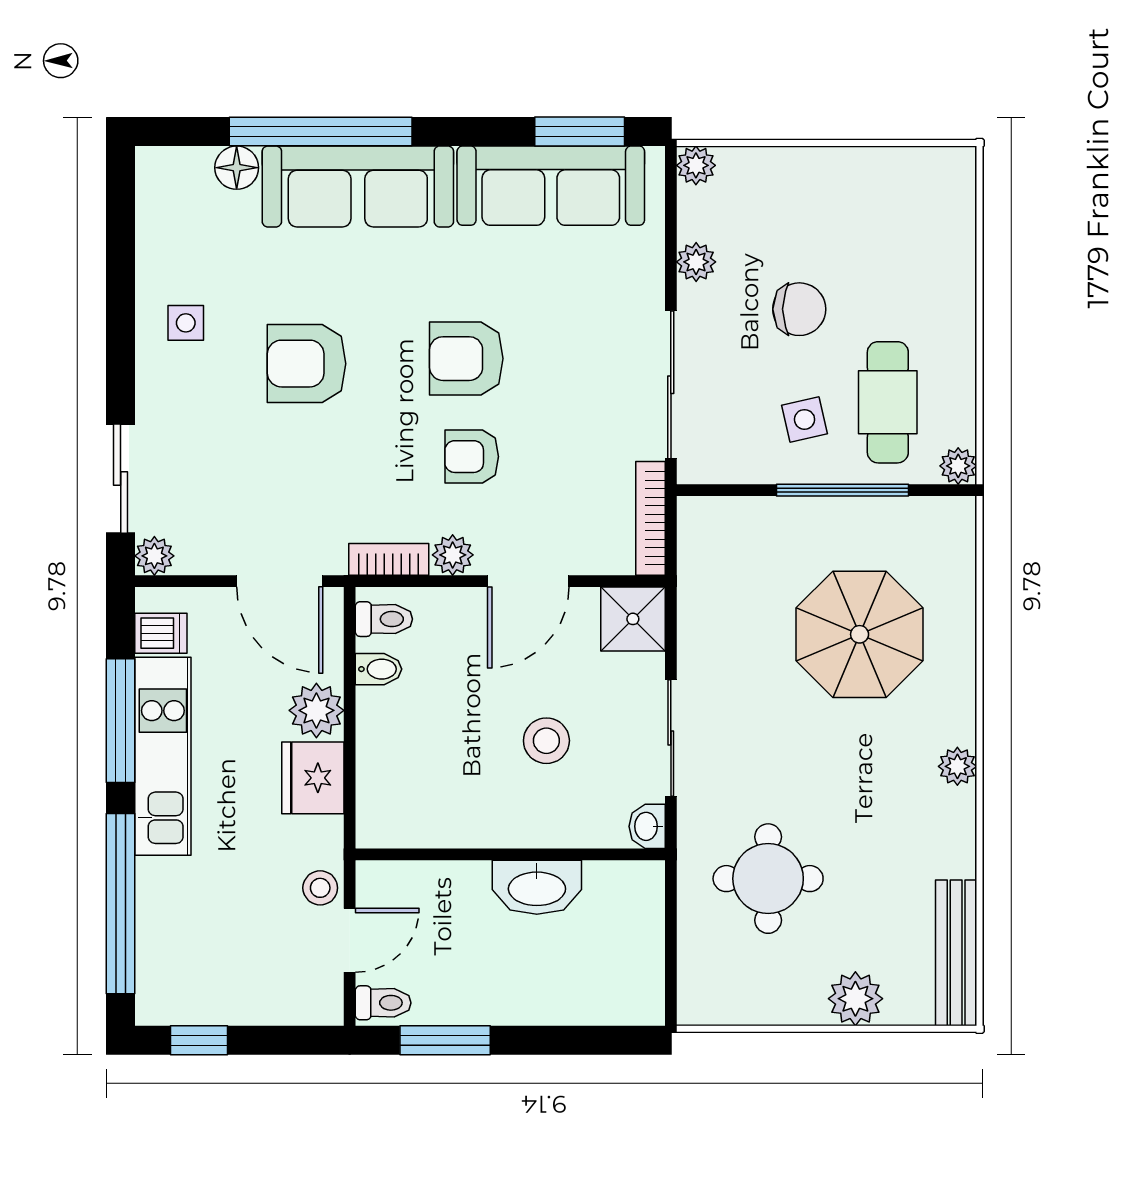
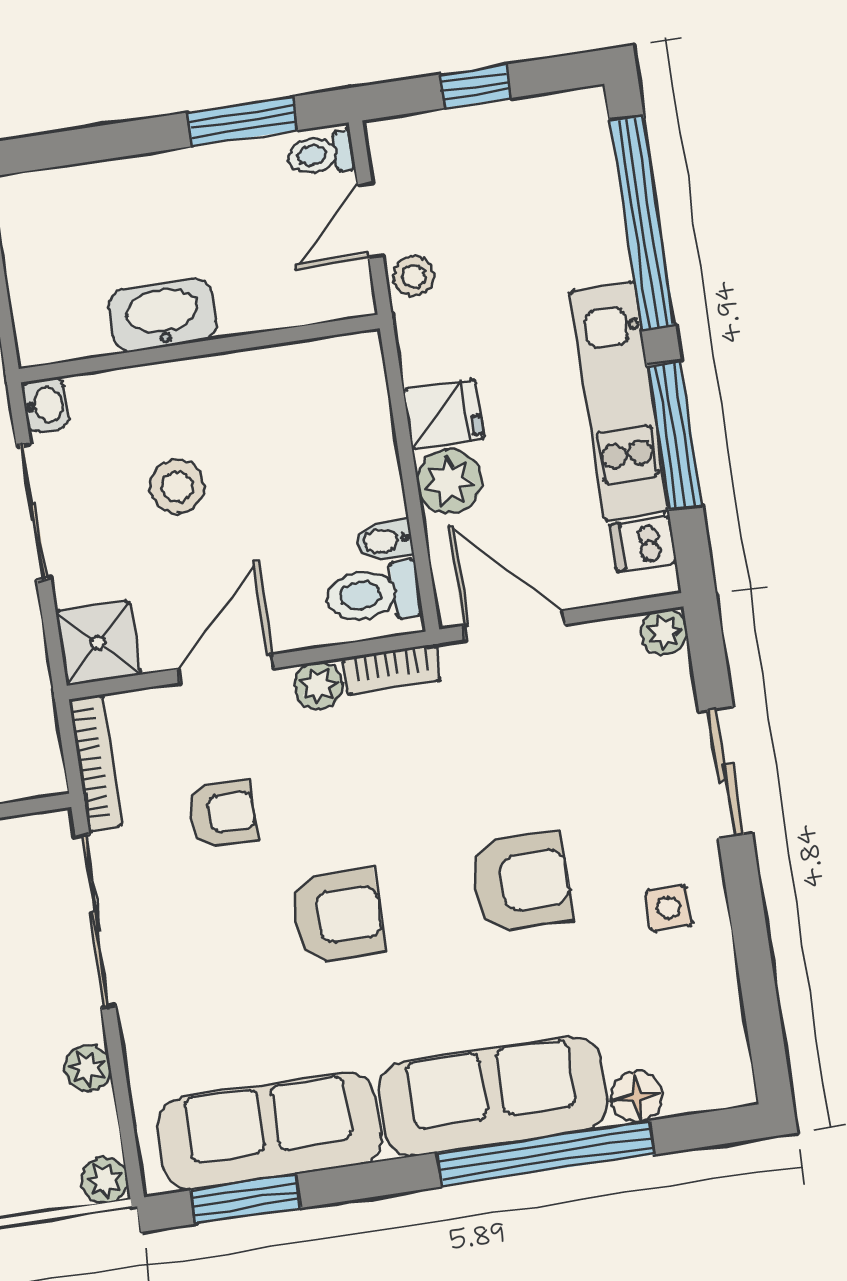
armchair: (472, 457) -> (223, 813), moved
sliding door: (121, 479) -> (726, 772), moved
toilet: (384, 619) -> (373, 594), width x1.37, depth x1.39
fridge: (313, 778) -> (443, 414), width x0.72
window: (199, 1040) -> (475, 86), moved

